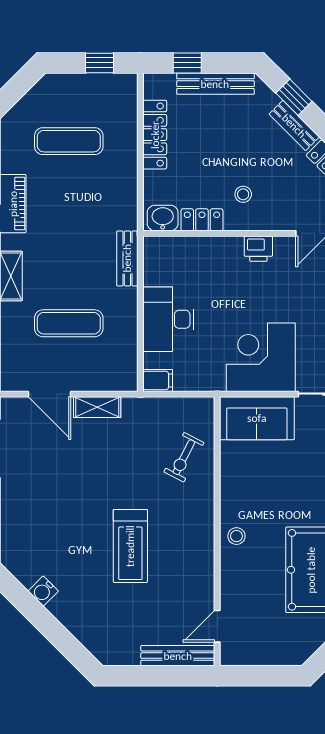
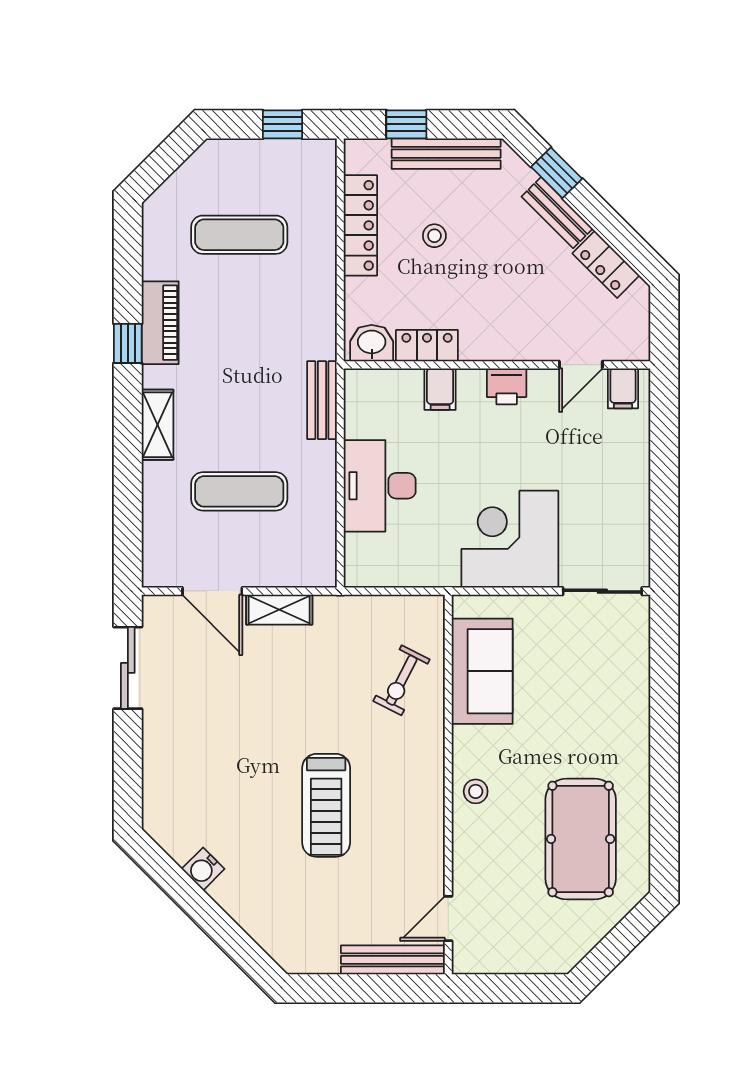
stool: (243, 194) -> (434, 236), moved
filing cabinet: (158, 381) -> (440, 389), moved, turned 90
sofa: (257, 418) -> (482, 671), moved, turned -90

